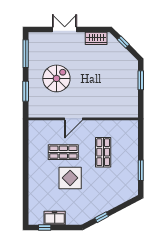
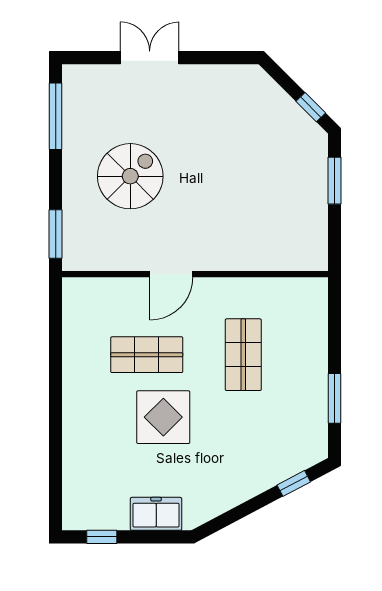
wardrobe: (96, 38) -> (226, 79), removed
window: (123, 42) -> (311, 107), moved
window: (26, 91) -> (56, 234), moved
window: (102, 217) -> (294, 483), moved
freezer: (55, 218) -> (156, 514), moved

